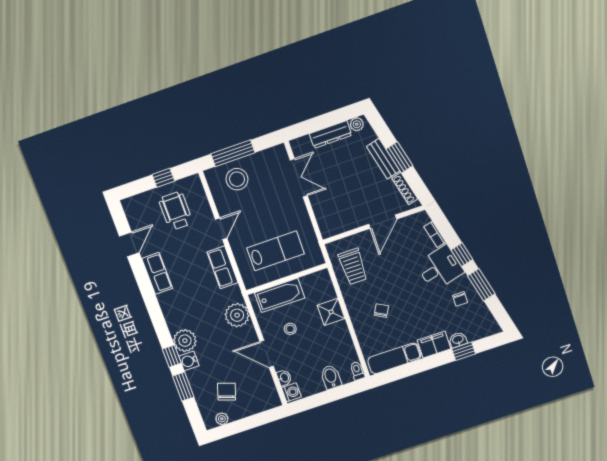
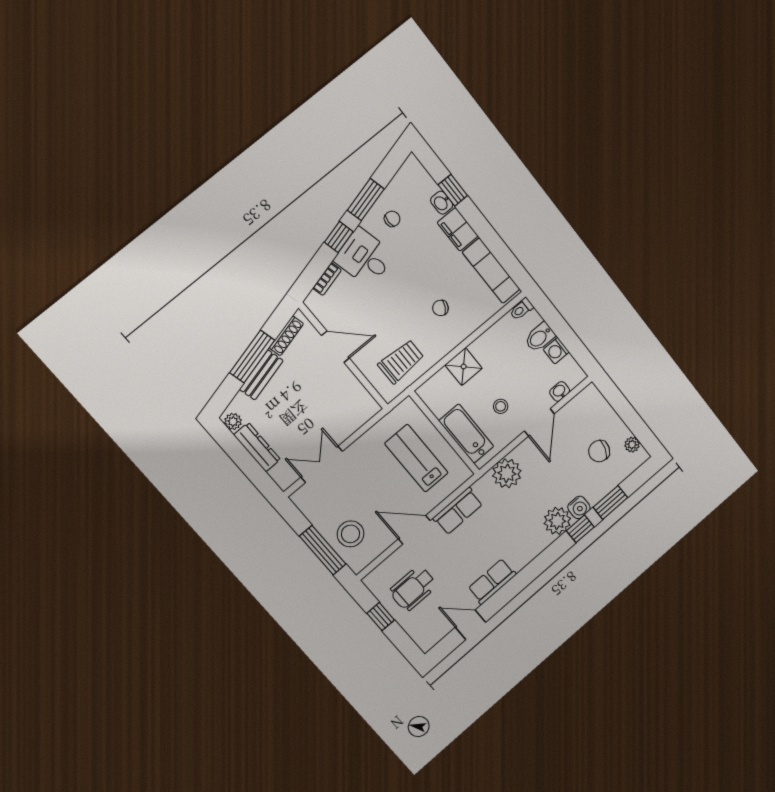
window: (399, 157) -> (252, 356), width x1.44
door: (221, 229) -> (414, 530), width x1.38
washing machine: (291, 392) -> (556, 351), moved, turned -90

